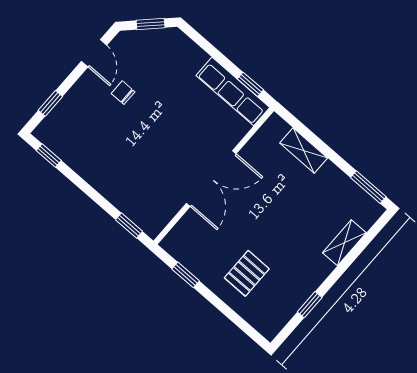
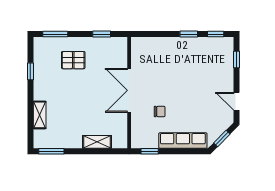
row of seats: (233, 91) -> (183, 141), moved
chair: (123, 93) -> (160, 111), moved
window: (129, 226) -> (189, 34), moved
pallet: (247, 273) -> (73, 60), turned 90
window: (241, 323) -> (55, 34), added

